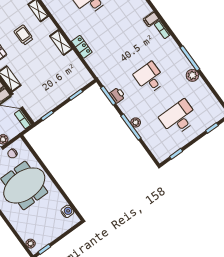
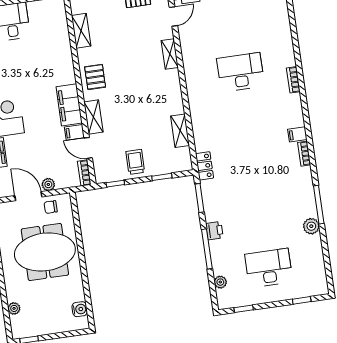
trolley: (24, 35) -> (135, 162), moved
shelving: (61, 43) -> (180, 131), moved
locker: (82, 47) -> (204, 166), moved
desk: (150, 78) -> (259, 203), removed
printer: (117, 95) -> (214, 231), moved
plant: (136, 122) -> (220, 282), moved
plant: (31, 244) -> (14, 308), moved

